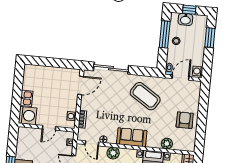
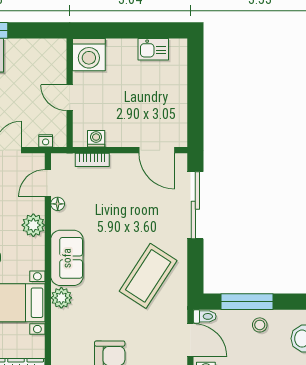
window: (165, 34) -> (247, 302), moved
kitchen sink: (27, 98) -> (153, 49), moved
plant: (167, 144) -> (61, 298), moved

